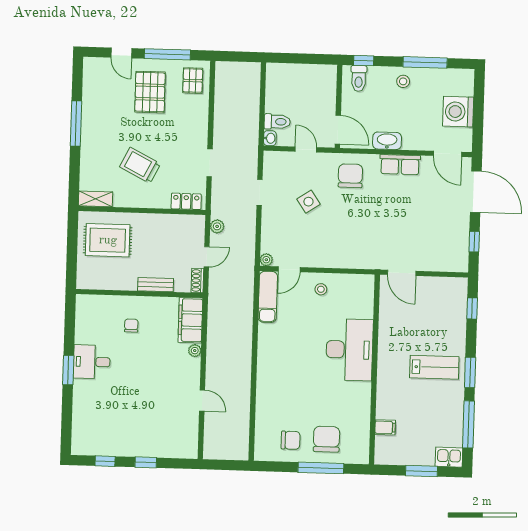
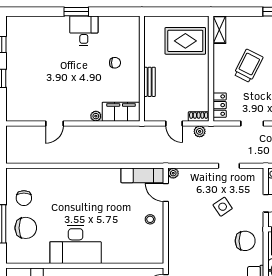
rug: (108, 240) -> (185, 41), turned 90
shoe rack: (197, 281) -> (199, 116), moved
desk: (349, 350) -> (76, 245), moved

